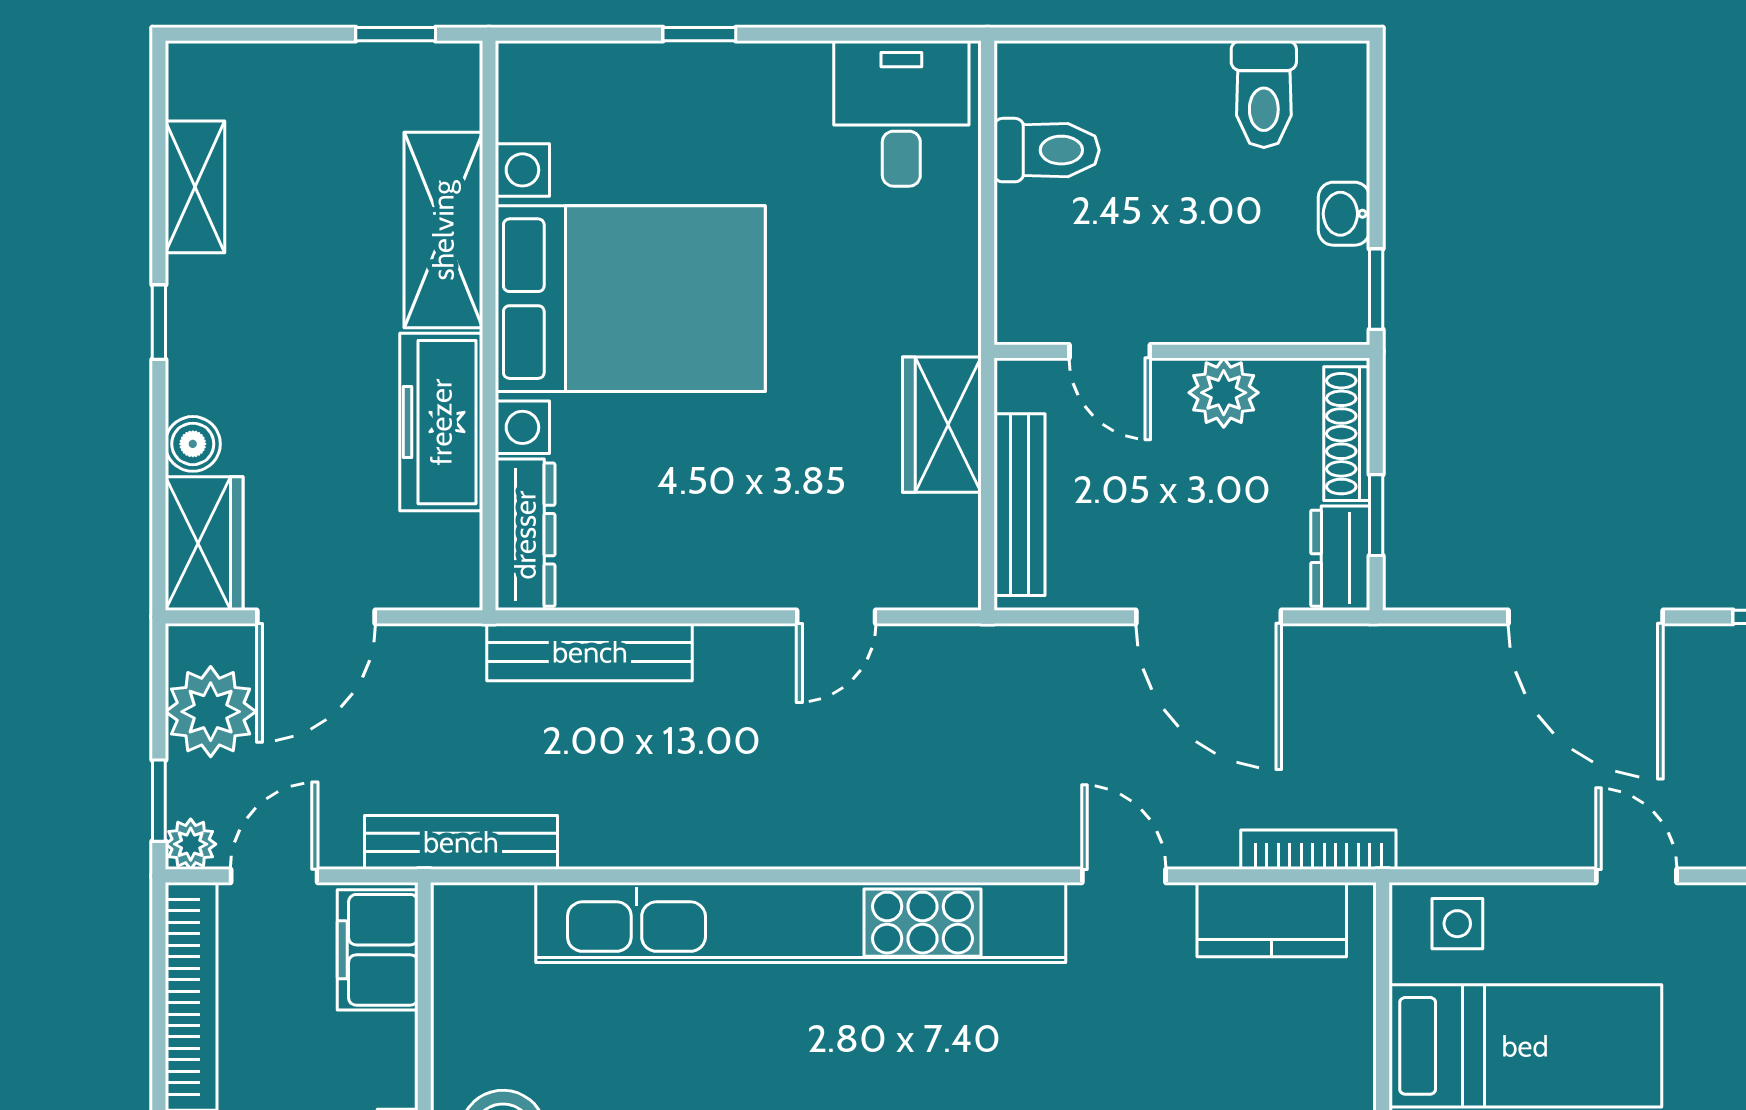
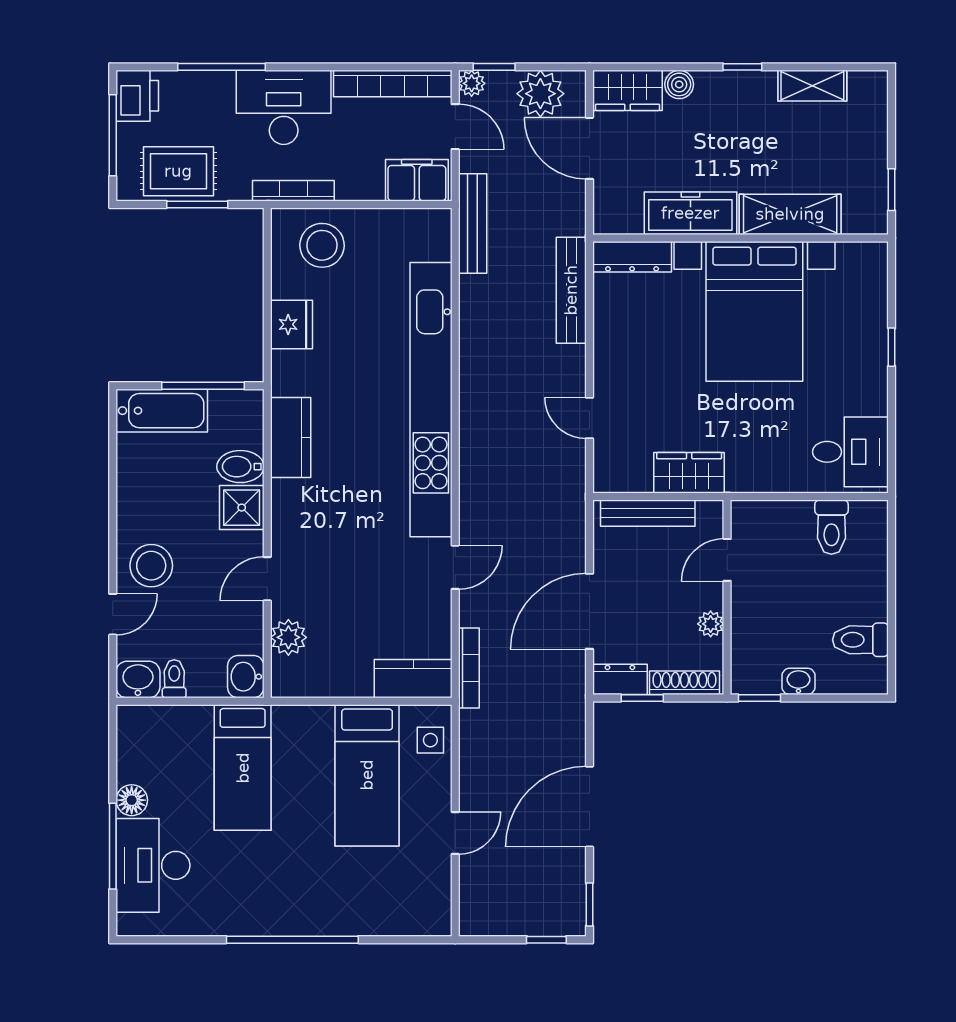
plant: (1224, 393) -> (711, 624), width x0.73, depth x0.73
kitchen counter: (1272, 920) -> (413, 679), moved, turned 90

